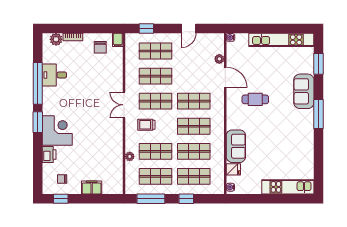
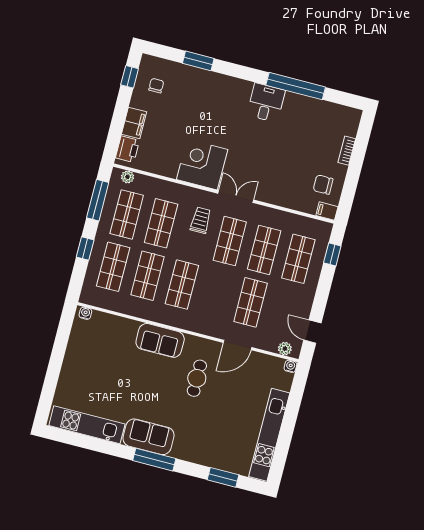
door: (189, 29) -> (312, 332), moved
plant: (56, 39) -> (350, 127), removed
plant: (219, 59) -> (285, 349), moved
desk: (54, 75) -> (266, 103), moved
sofa: (304, 91) -> (148, 437), moved
shop shelf: (194, 101) -> (251, 302), moved
window: (38, 122) -> (198, 61), moved
corner desk: (57, 130) -> (202, 164), moved, turned 180
sofa: (236, 146) -> (160, 340), moved
printer: (49, 155) -> (127, 149), moved, turned -90
plant: (130, 156) -> (128, 177), moved
fridge: (233, 169) -> (109, 324), removed
kitchen unit: (288, 187) -> (87, 425), moved, turned -90

